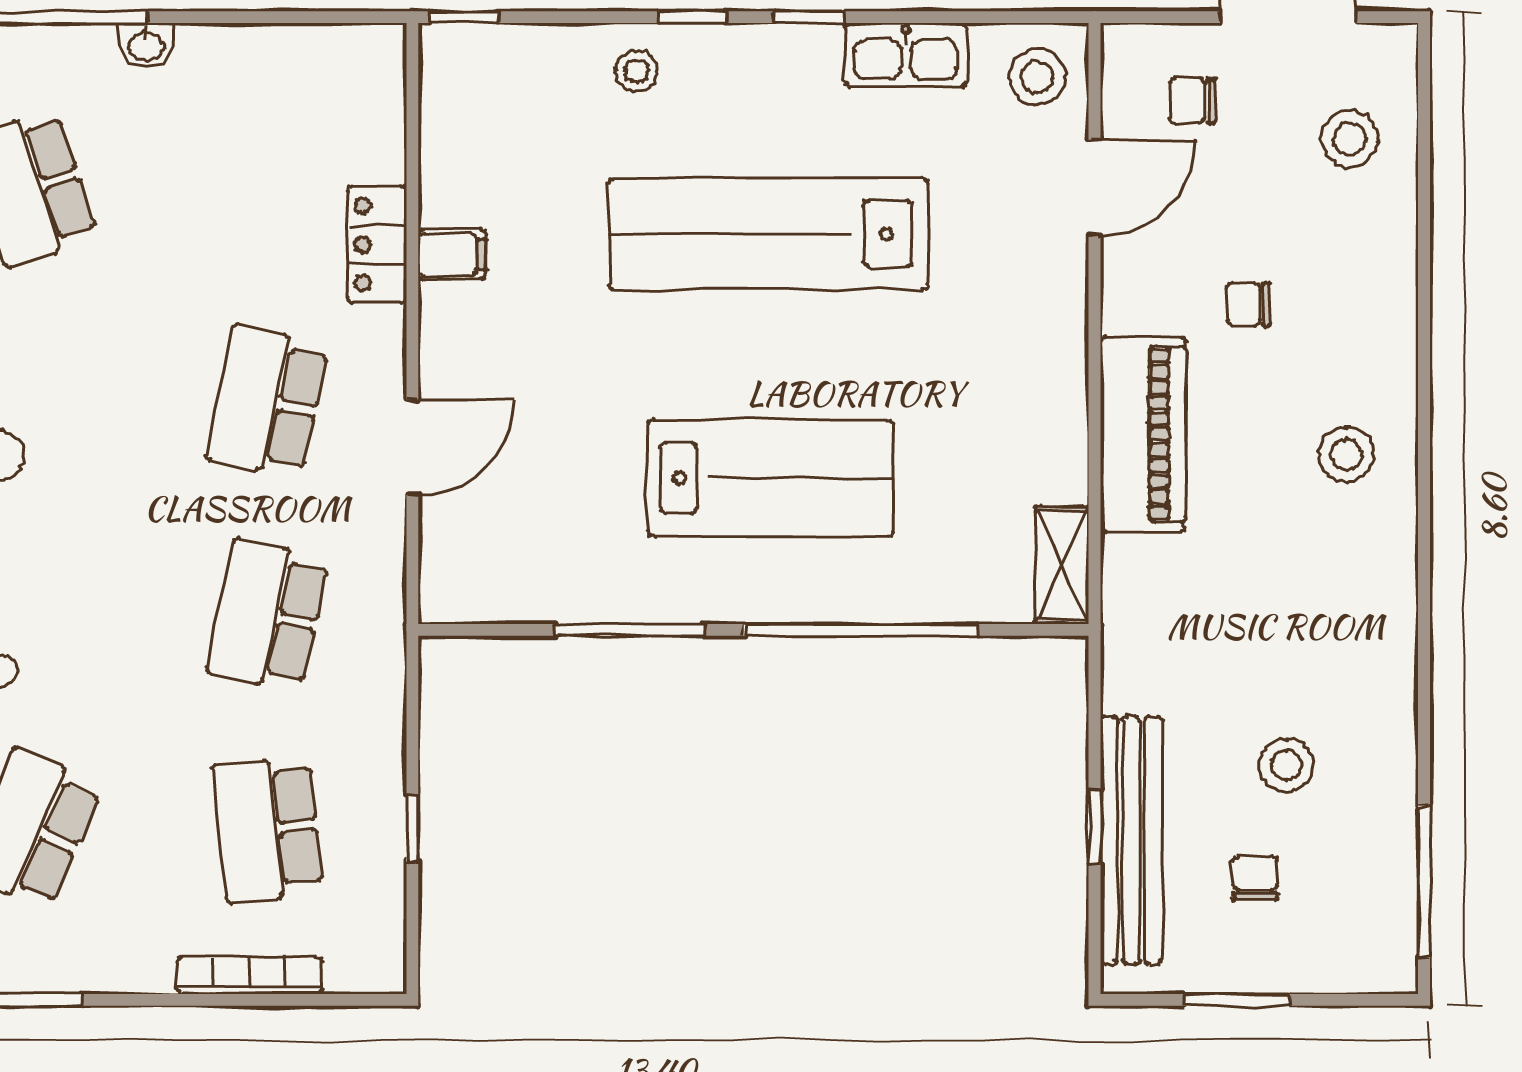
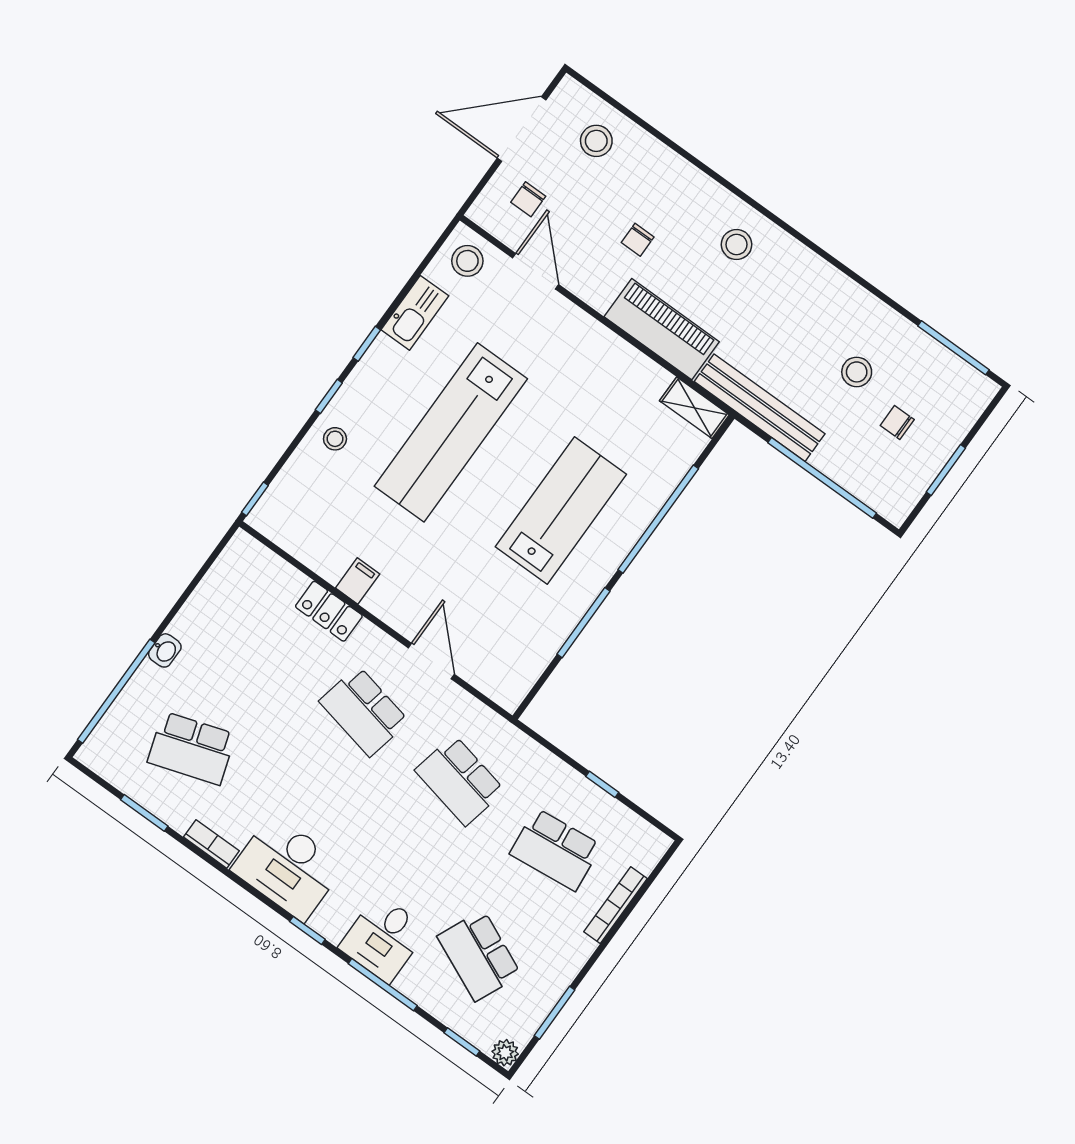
window: (1095, 827) -> (822, 478), width x3.17
bench: (1131, 840) -> (760, 408), moved

